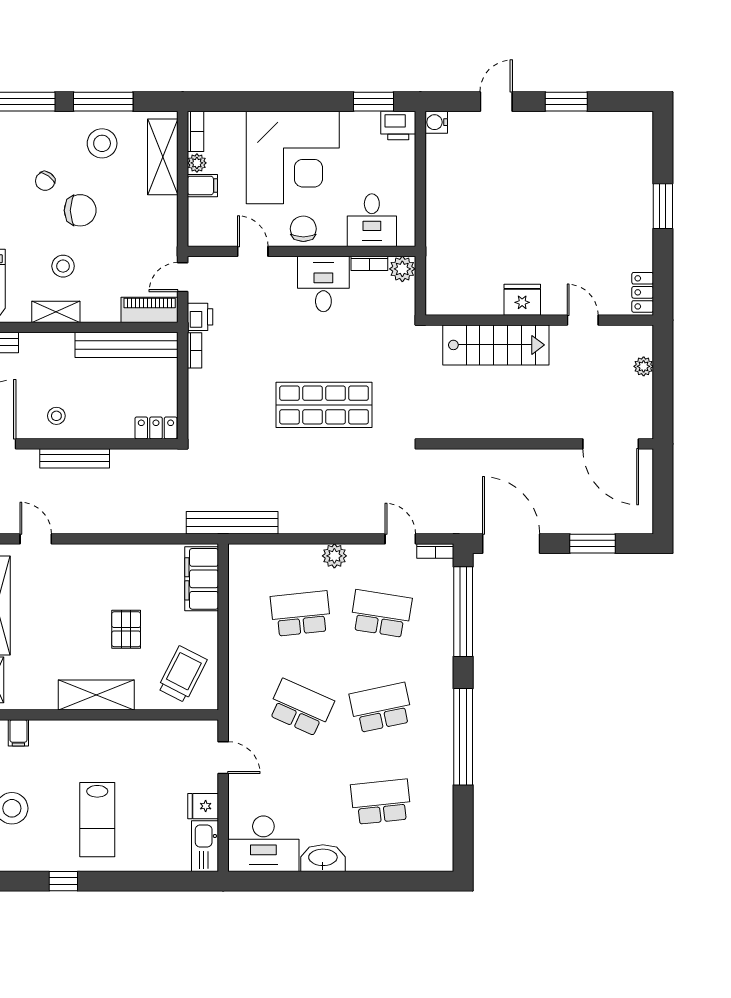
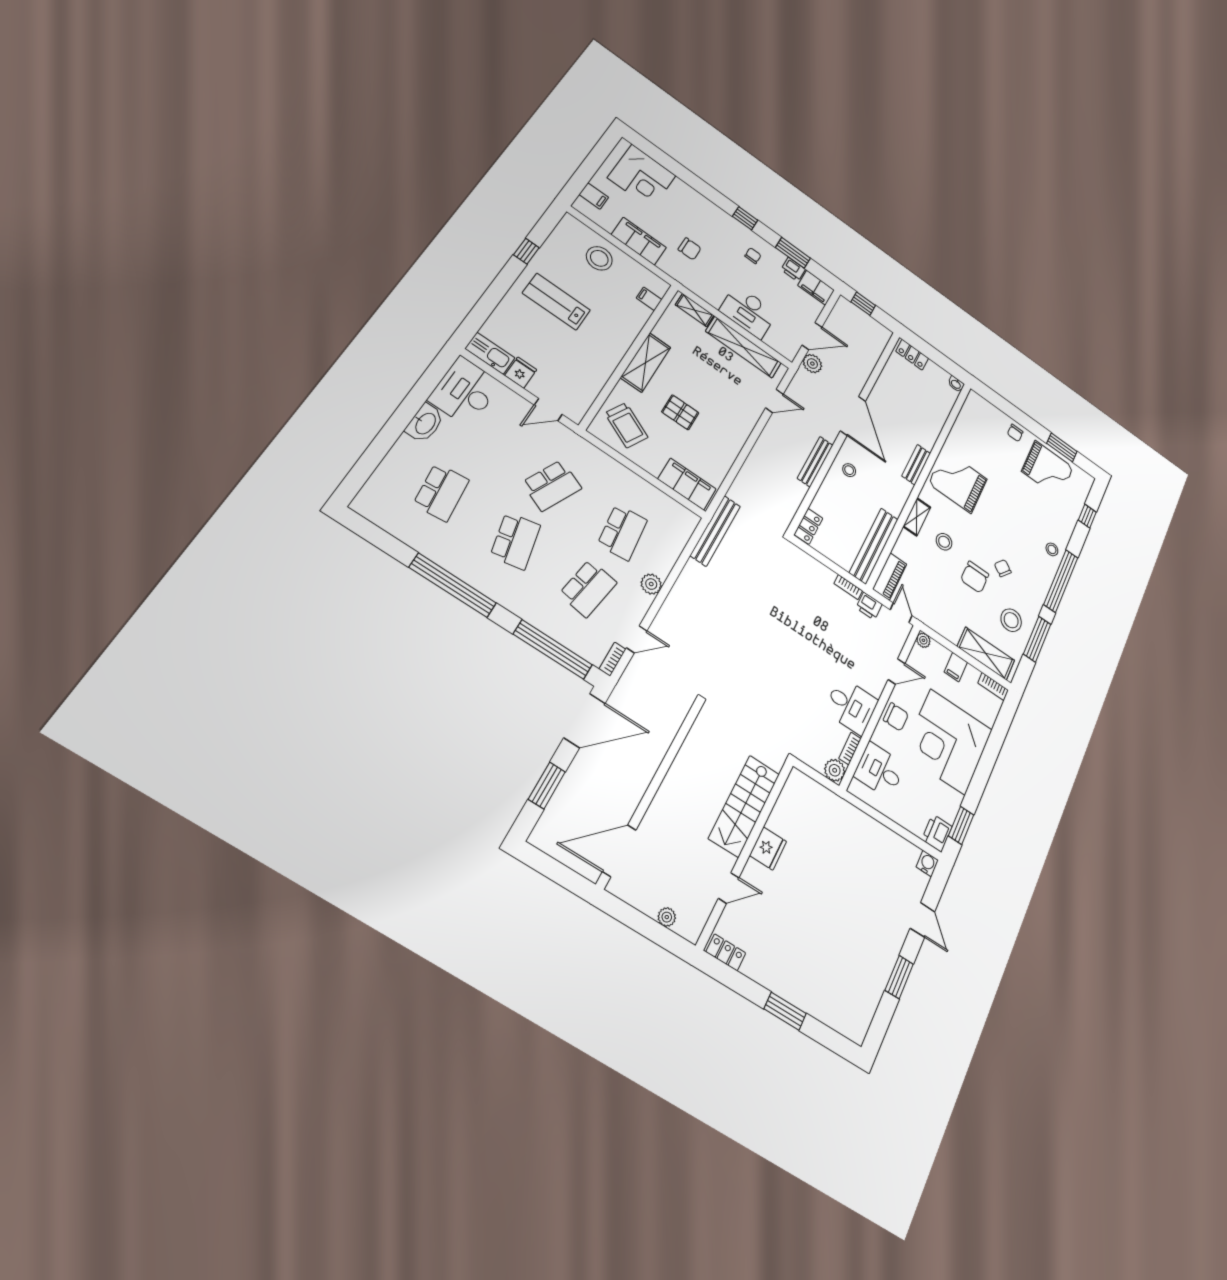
plant: (197, 163) -> (923, 640), moved
shop shelf: (324, 405) -> (765, 650), removed

